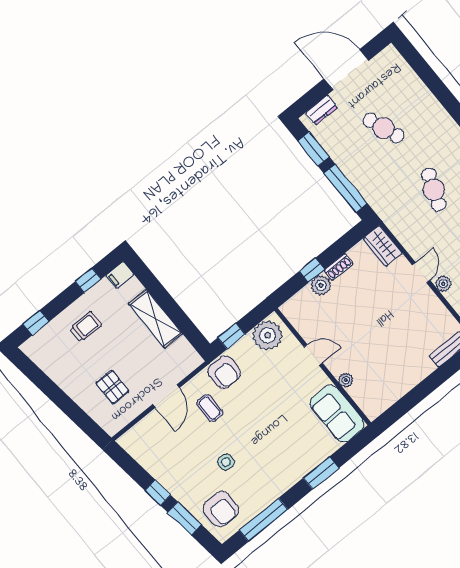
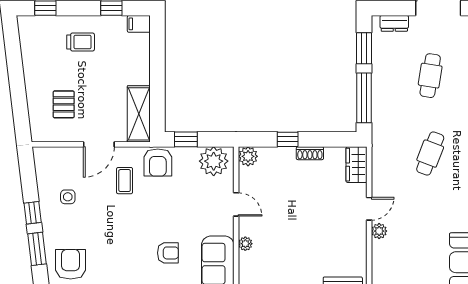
cafe table: (384, 128) -> (430, 76), turned 30
plant: (321, 285) -> (248, 156), moved
shelving: (156, 319) -> (139, 114), moved
armchair: (291, 437) -> (168, 253), added
side table: (226, 462) -> (68, 197), moved
armchair: (221, 509) -> (71, 264), turned 180

